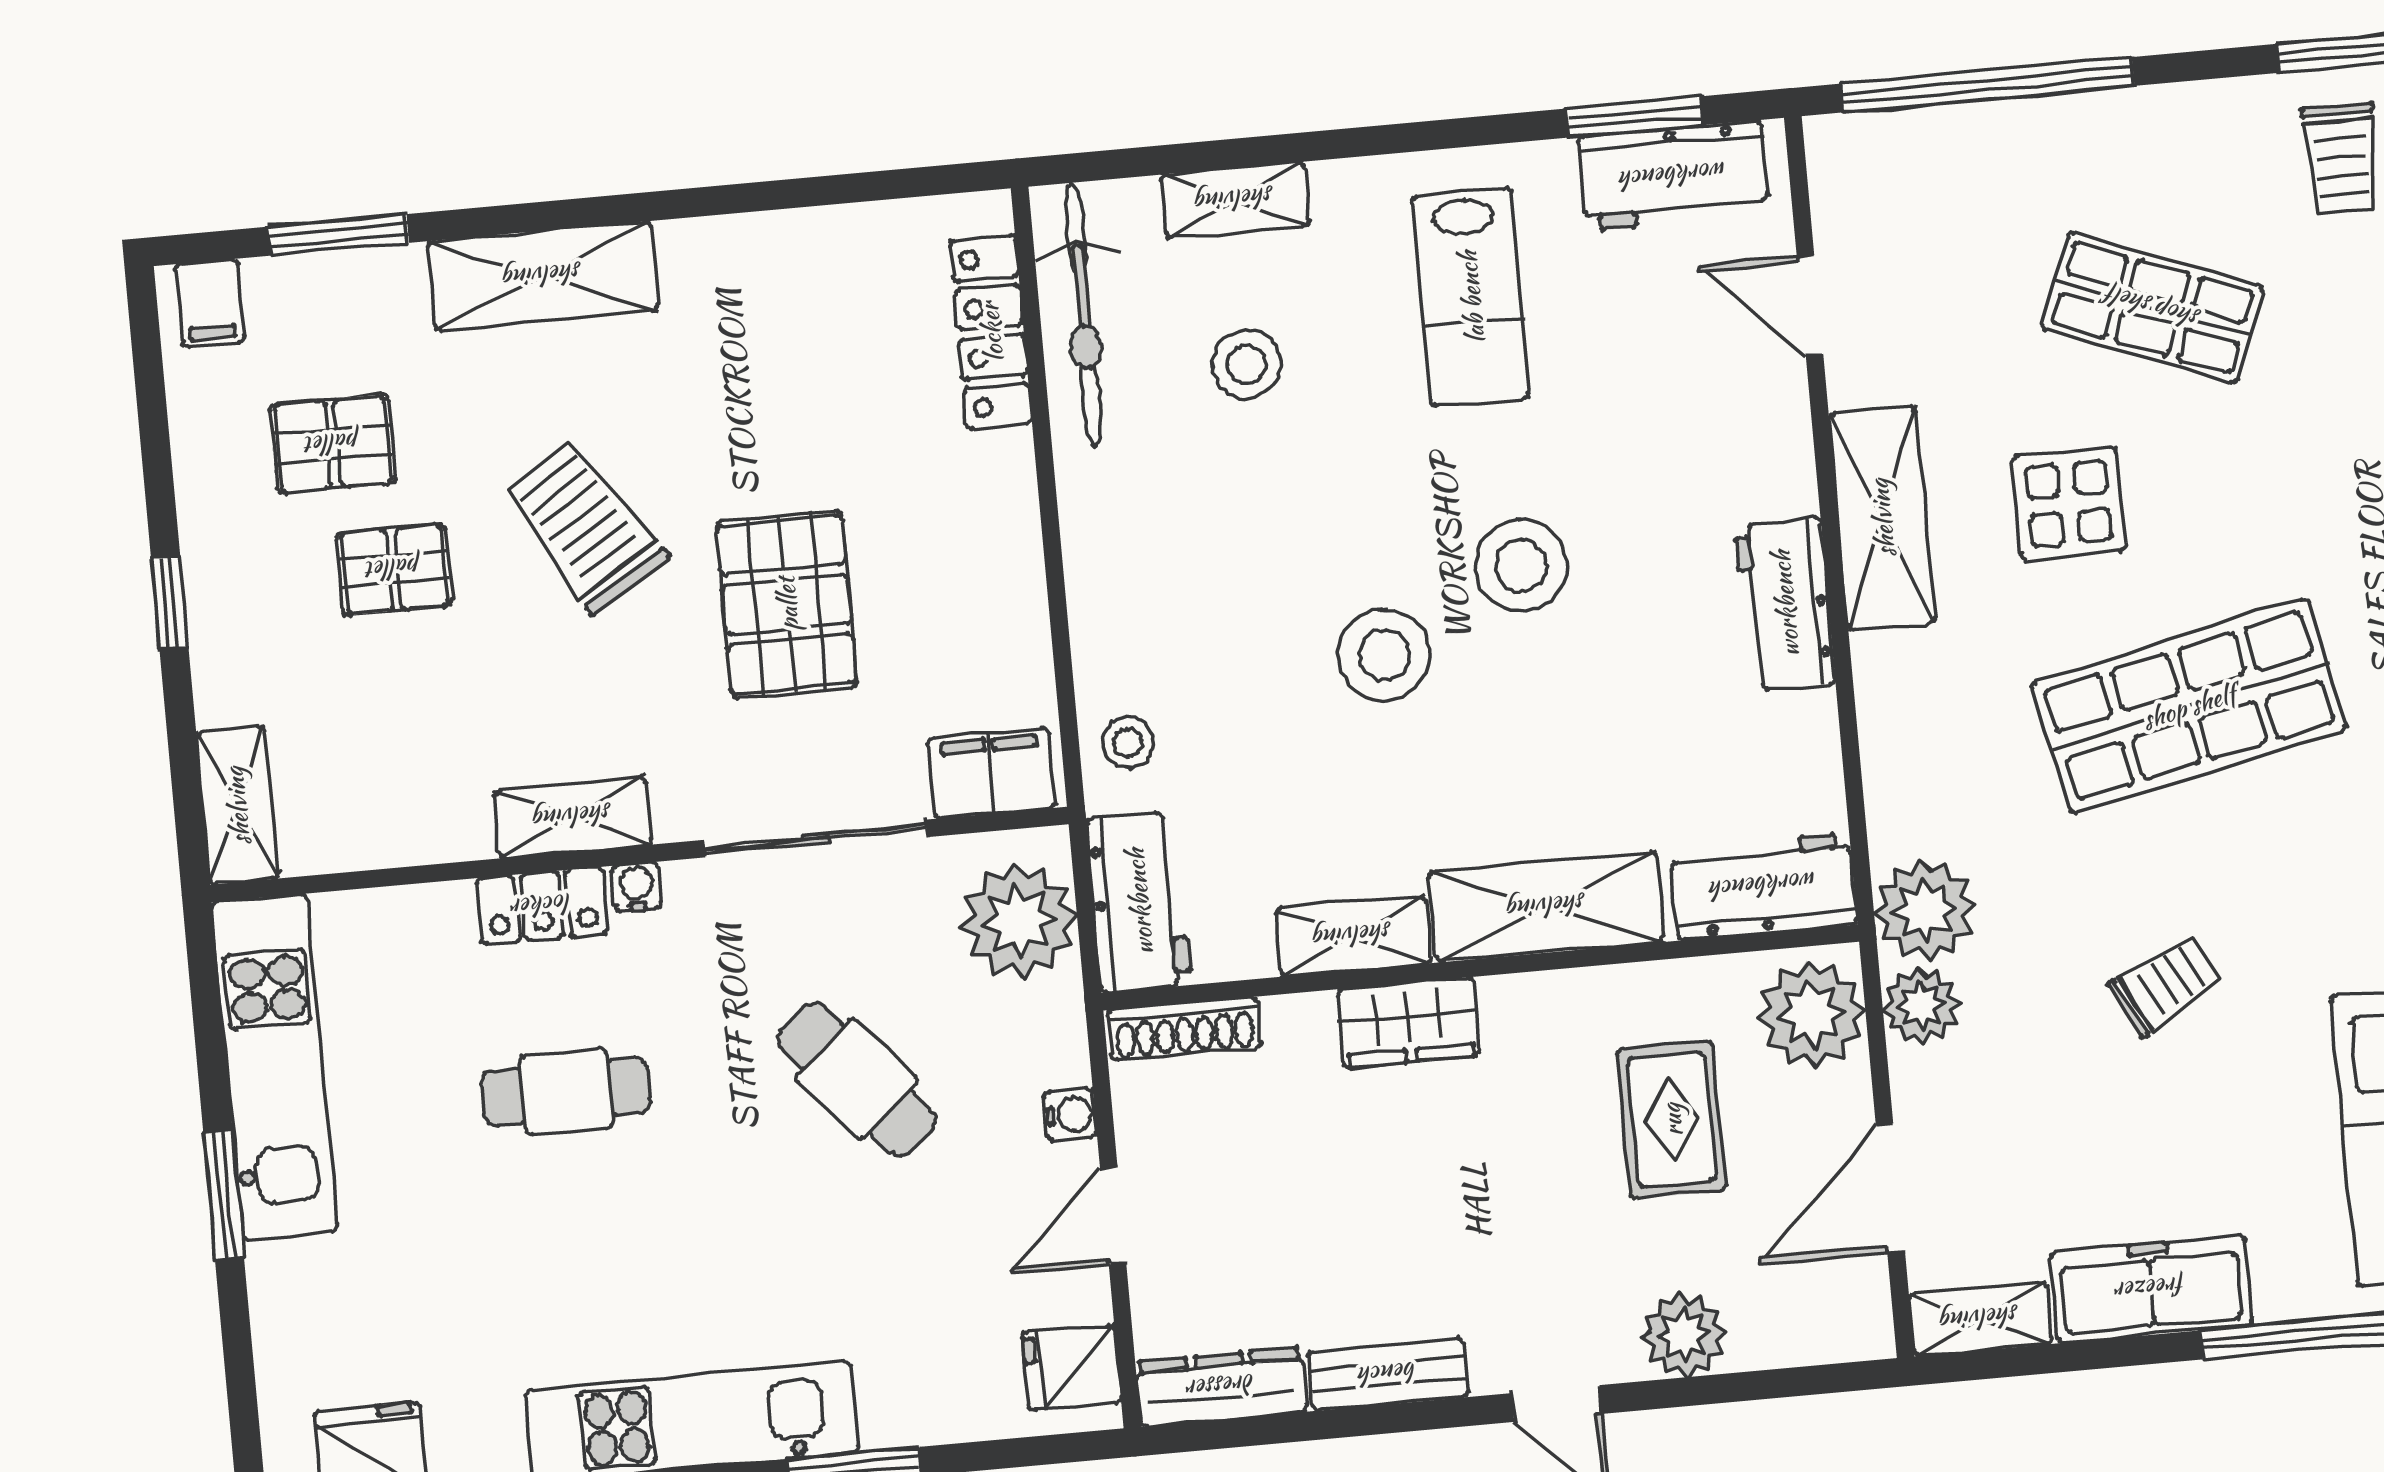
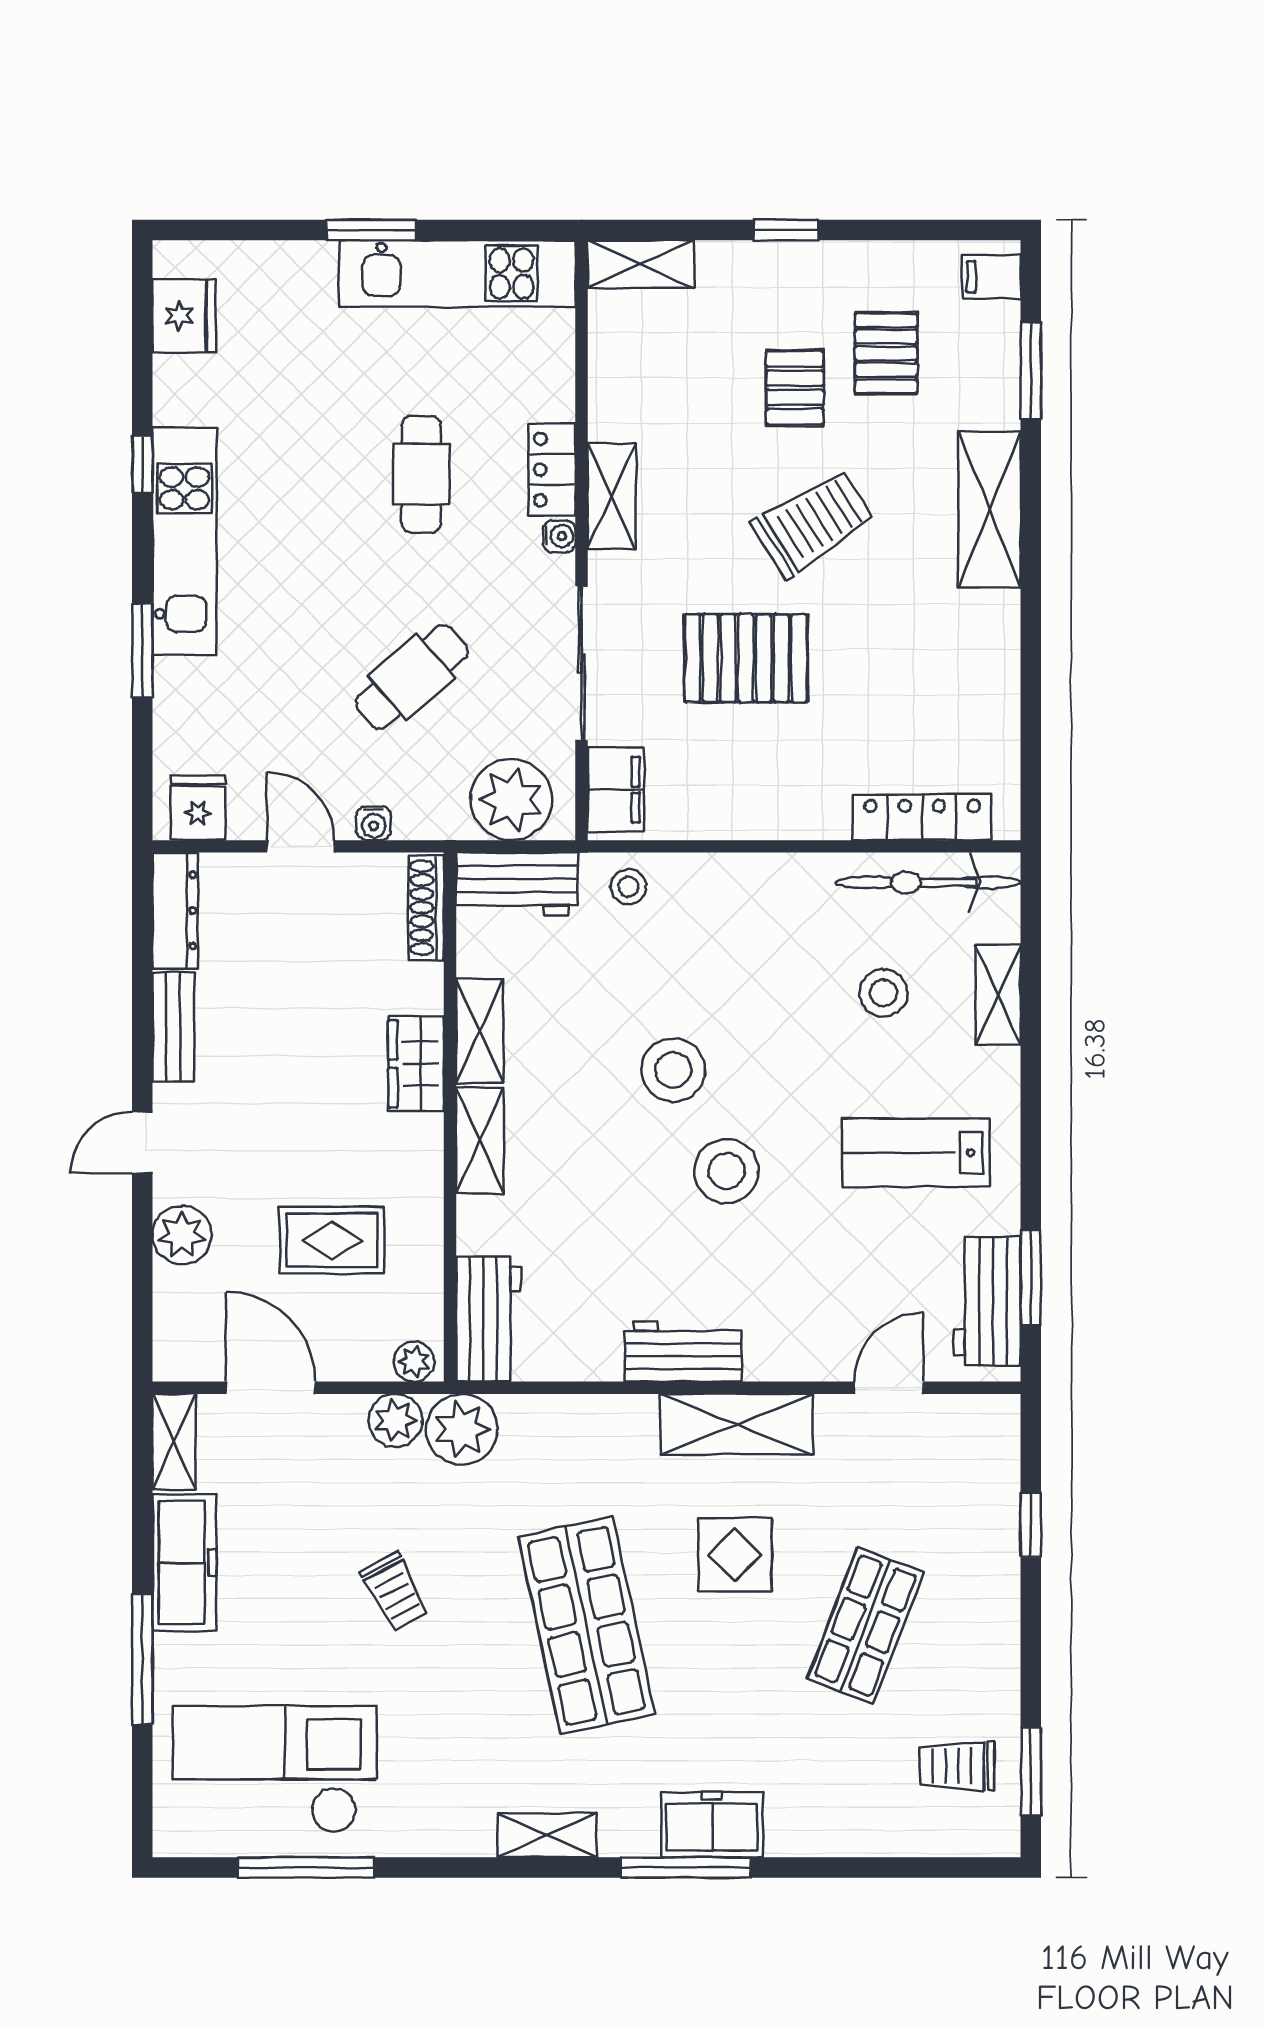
window: (1987, 85) -> (1031, 1525), width x0.32
shelving: (1547, 907) -> (480, 1140), width x0.67, depth x0.75
plant: (1811, 1014) -> (414, 1362), width x0.53, depth x0.53

